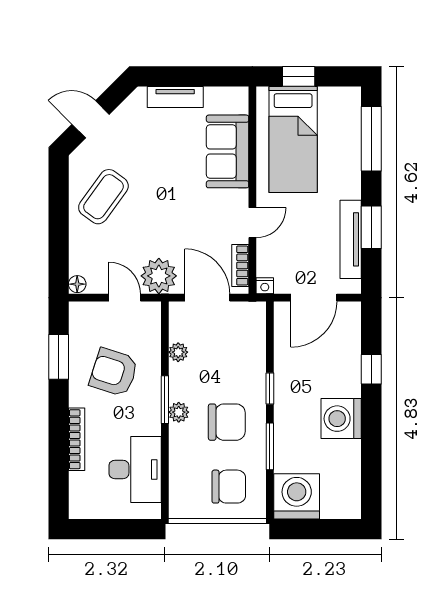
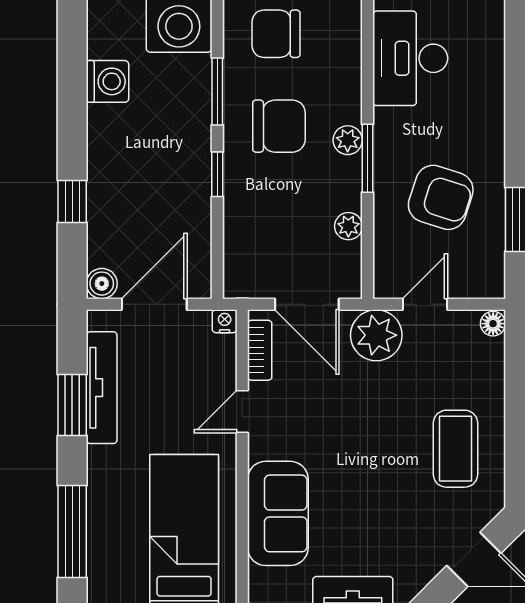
coffee table: (103, 197) -> (455, 449), turned -36
door: (125, 298) -> (425, 304), swing flipped
boiler: (351, 312) -> (102, 284), added
washing machine: (341, 419) -> (107, 81), moved, width x0.73, depth x0.73
chair: (227, 422) -> (279, 126), turned 180
bookcase: (77, 439) -> (494, 102), removed

